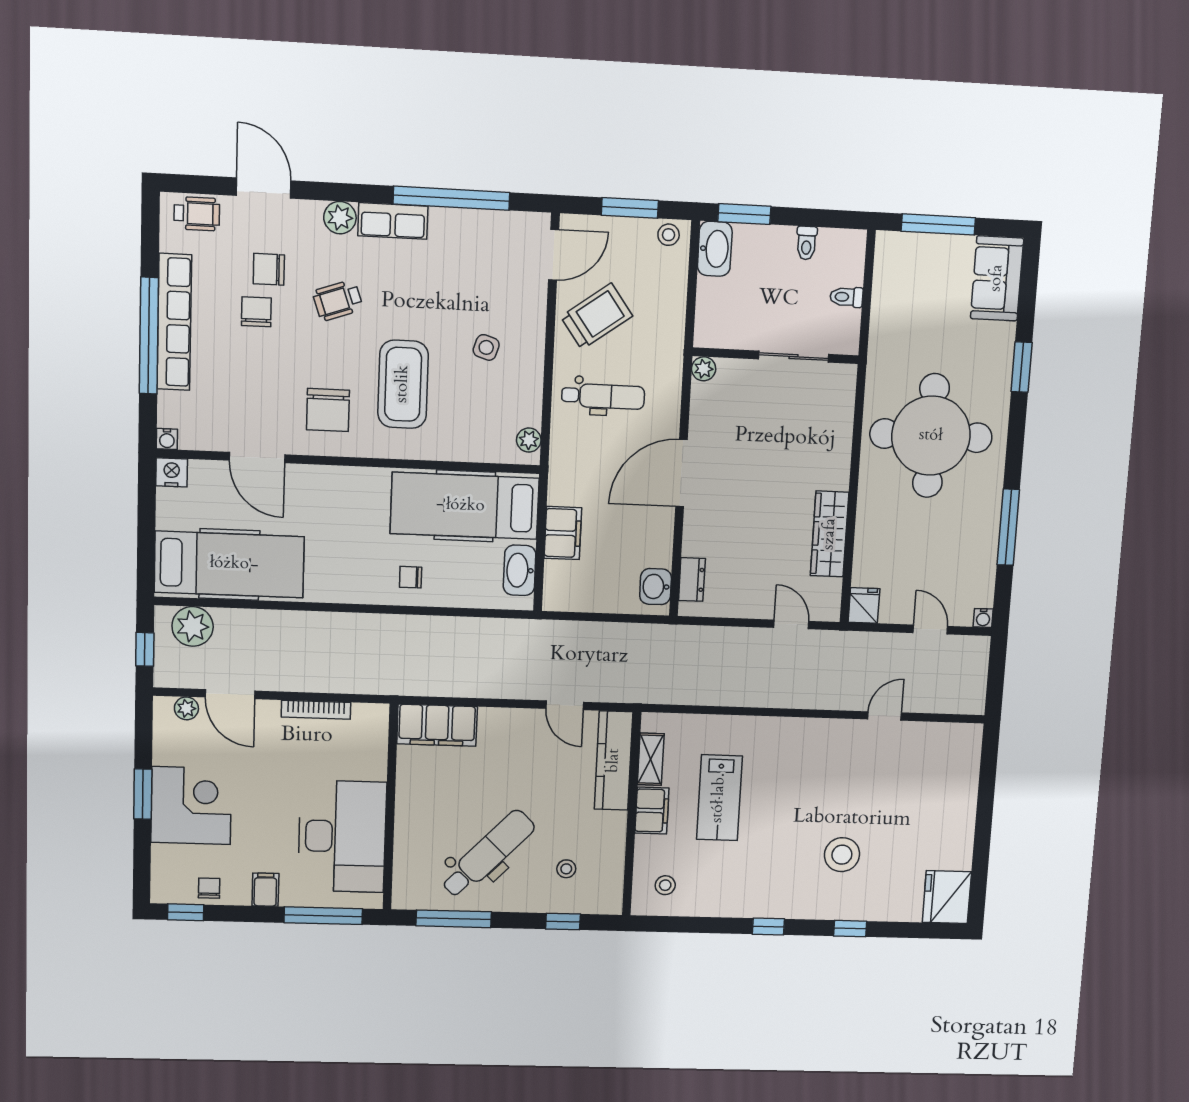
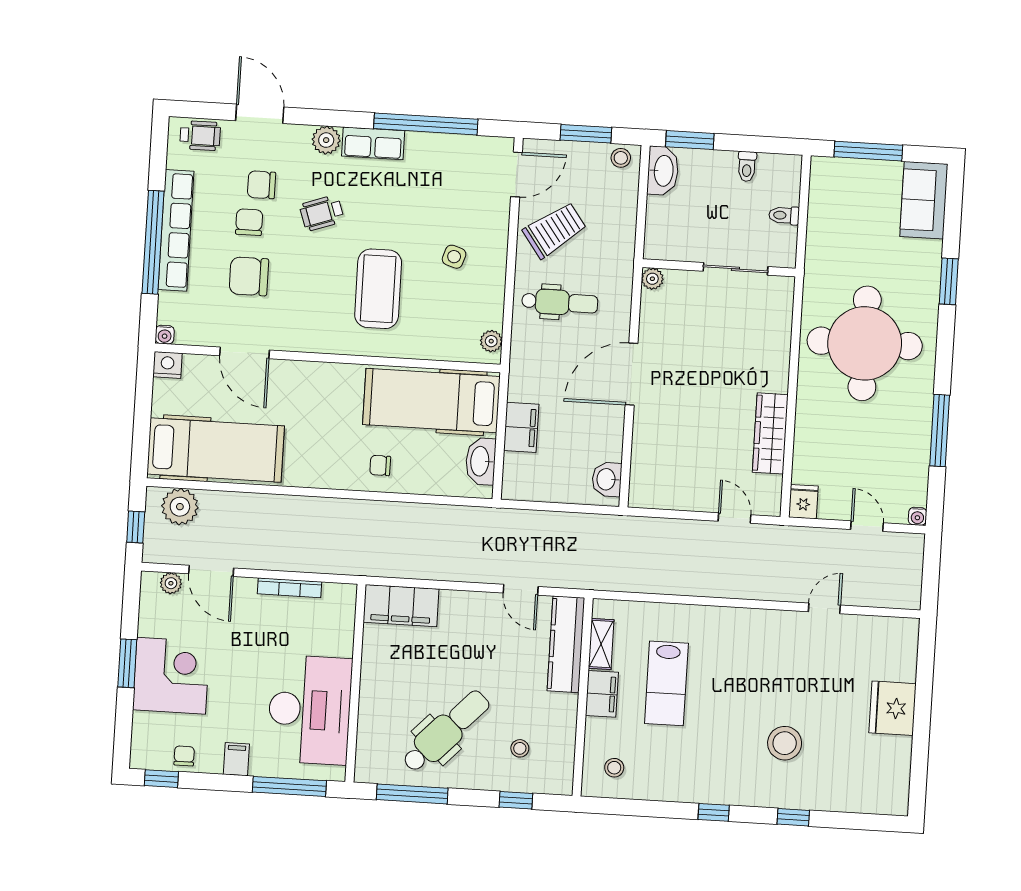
chair: (328, 410) -> (249, 276), moved, turned 90
dresser: (692, 580) -> (641, 473), removed
fridge: (947, 897) -> (893, 708), moved

